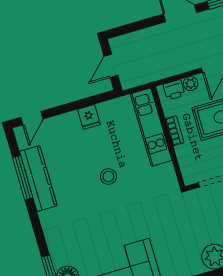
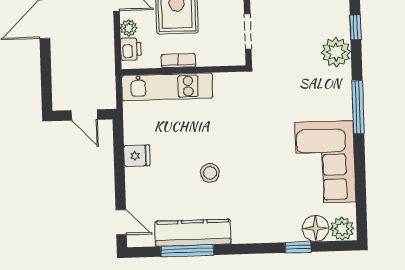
stool: (108, 176) -> (210, 173), moved

